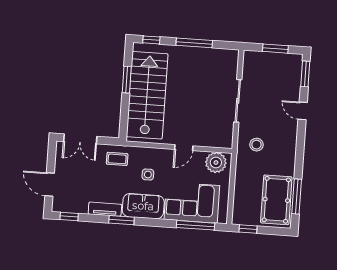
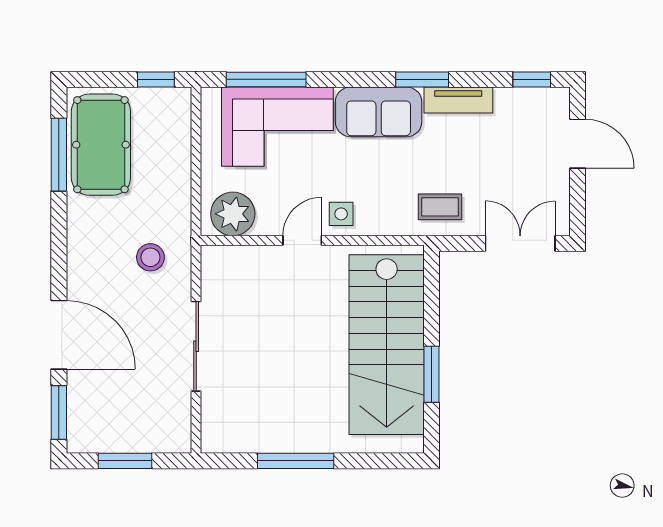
window: (151, 40) -> (386, 461), removed
door: (303, 111) -> (59, 335), width x1.88
side table: (148, 174) -> (341, 214), moved

